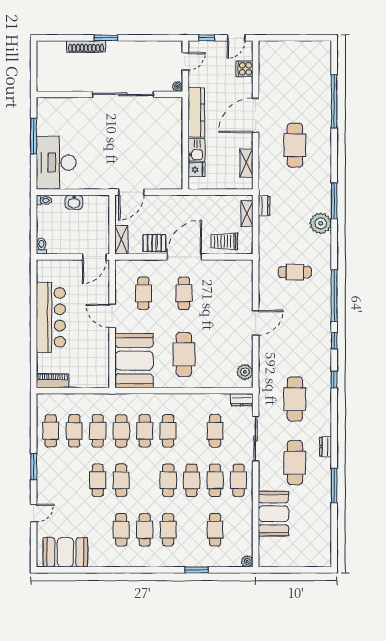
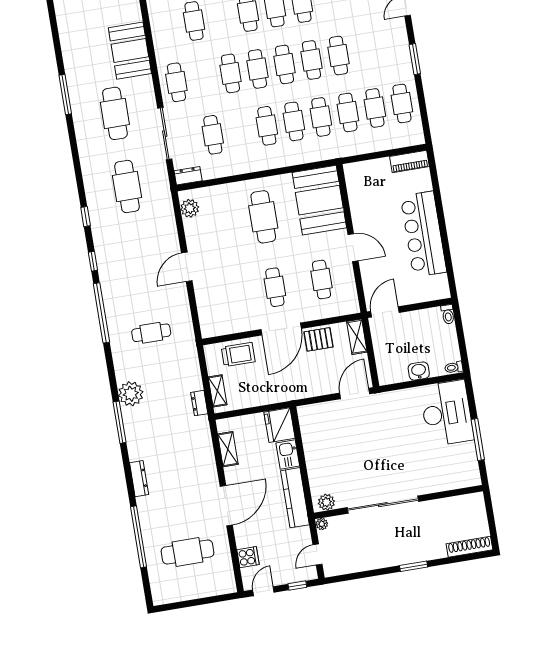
shoe rack: (86, 47) -> (469, 547), moved
plant: (170, 104) -> (326, 502), added
cafe table: (295, 145) -> (187, 552), moved, turned 90
fridge: (196, 170) -> (279, 425), width x1.88, depth x1.34
dresser: (326, 447) -> (139, 479), moved, width x1.44
cafe table: (215, 480) -> (284, 64), moved

